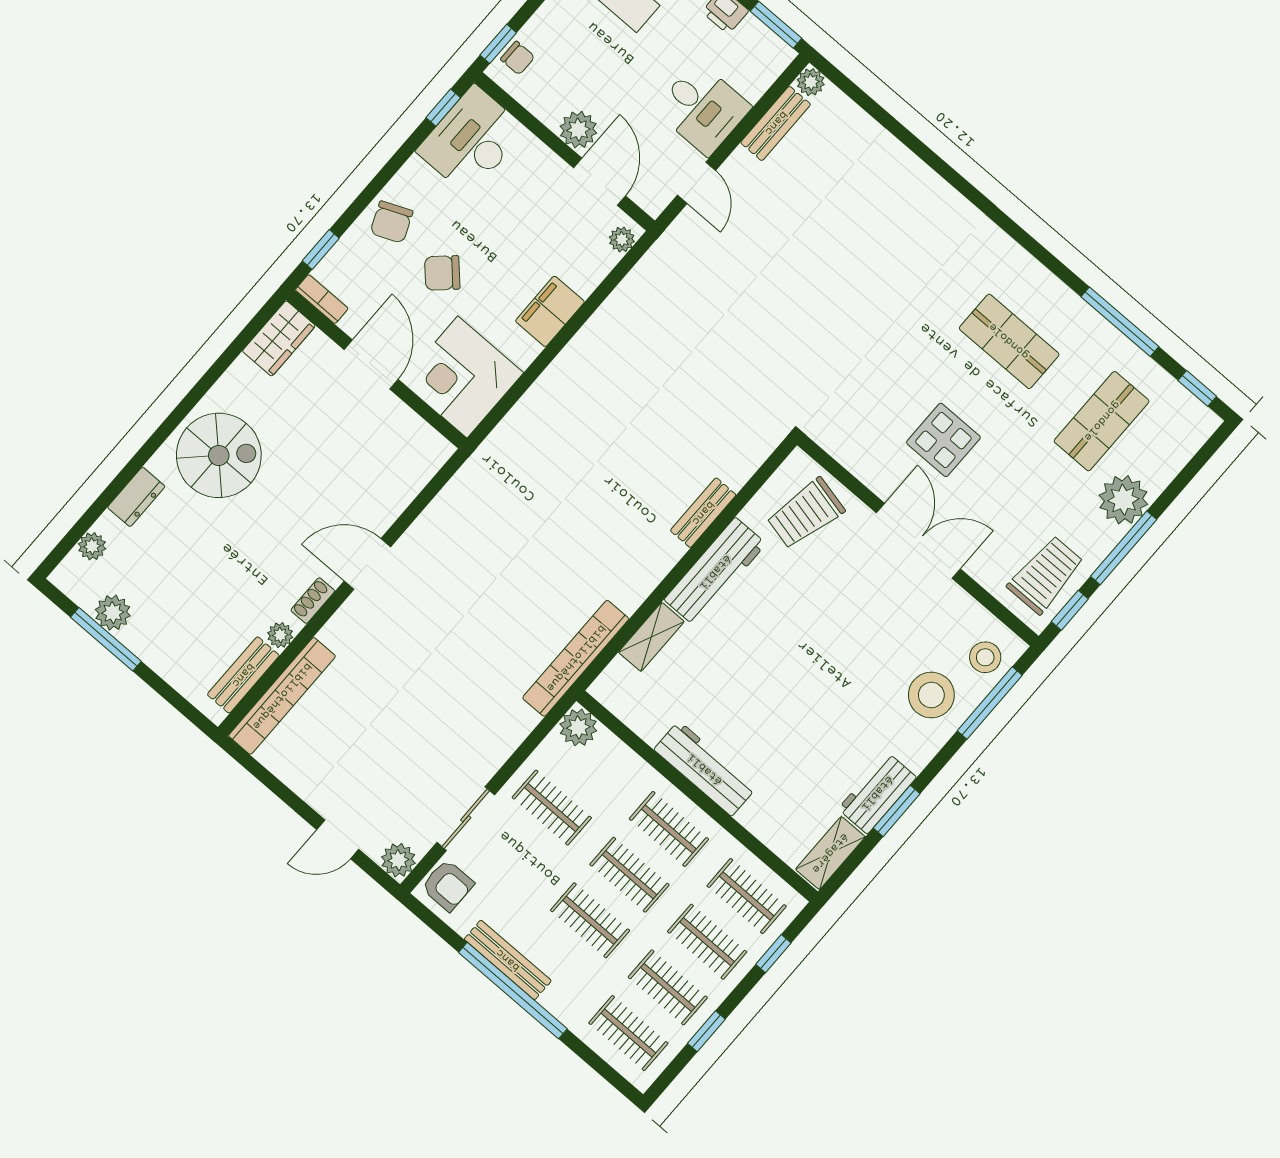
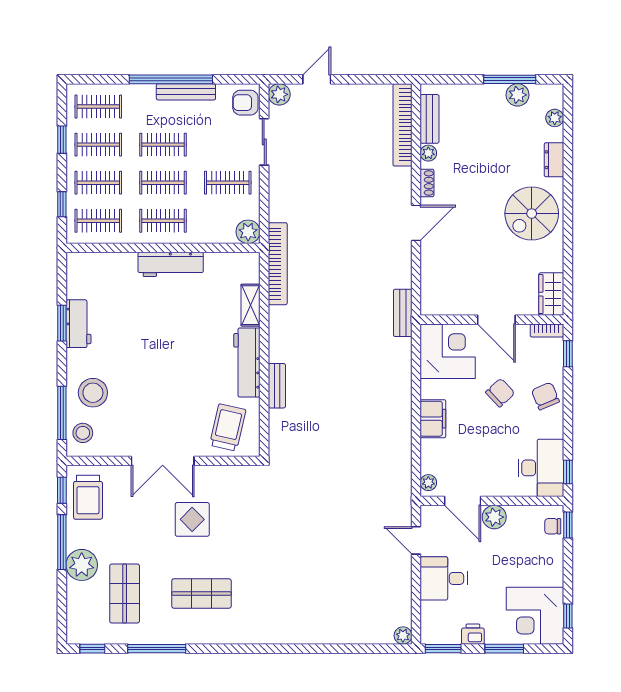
bench: (776, 123) -> (403, 313), moved
shelving: (830, 853) -> (76, 276), removed

